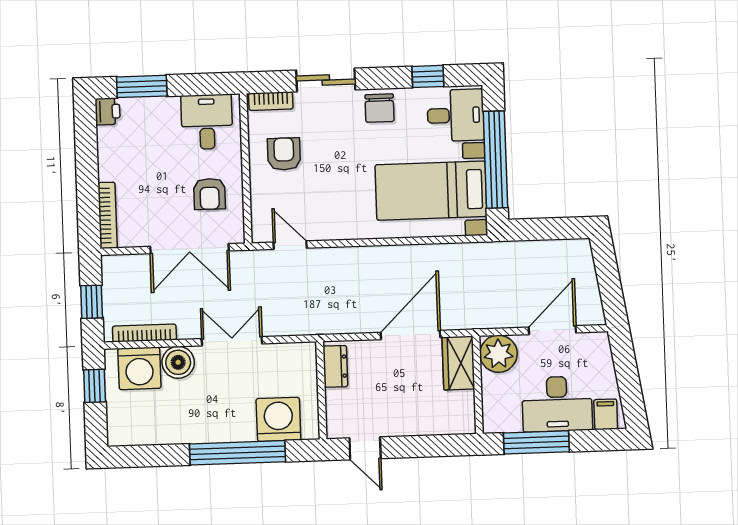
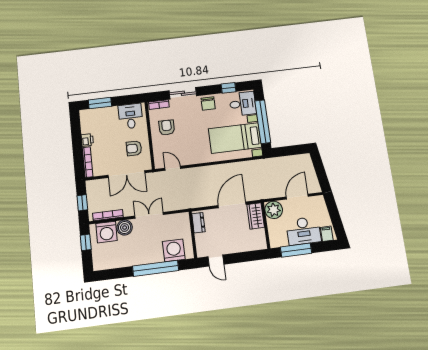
printer: (108, 111) -> (87, 140), moved
armchair: (210, 194) -> (134, 148), turned 90

